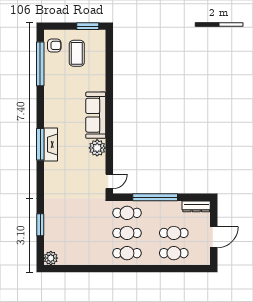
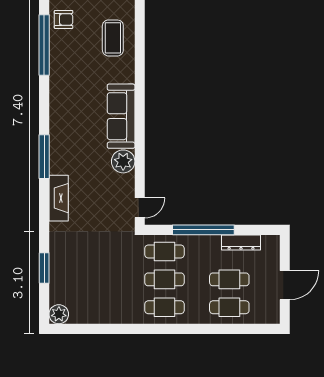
coffee table: (77, 53) -> (113, 38), moved
fireplace: (51, 145) -> (59, 198), moved
dresser: (196, 206) -> (241, 242), moved

